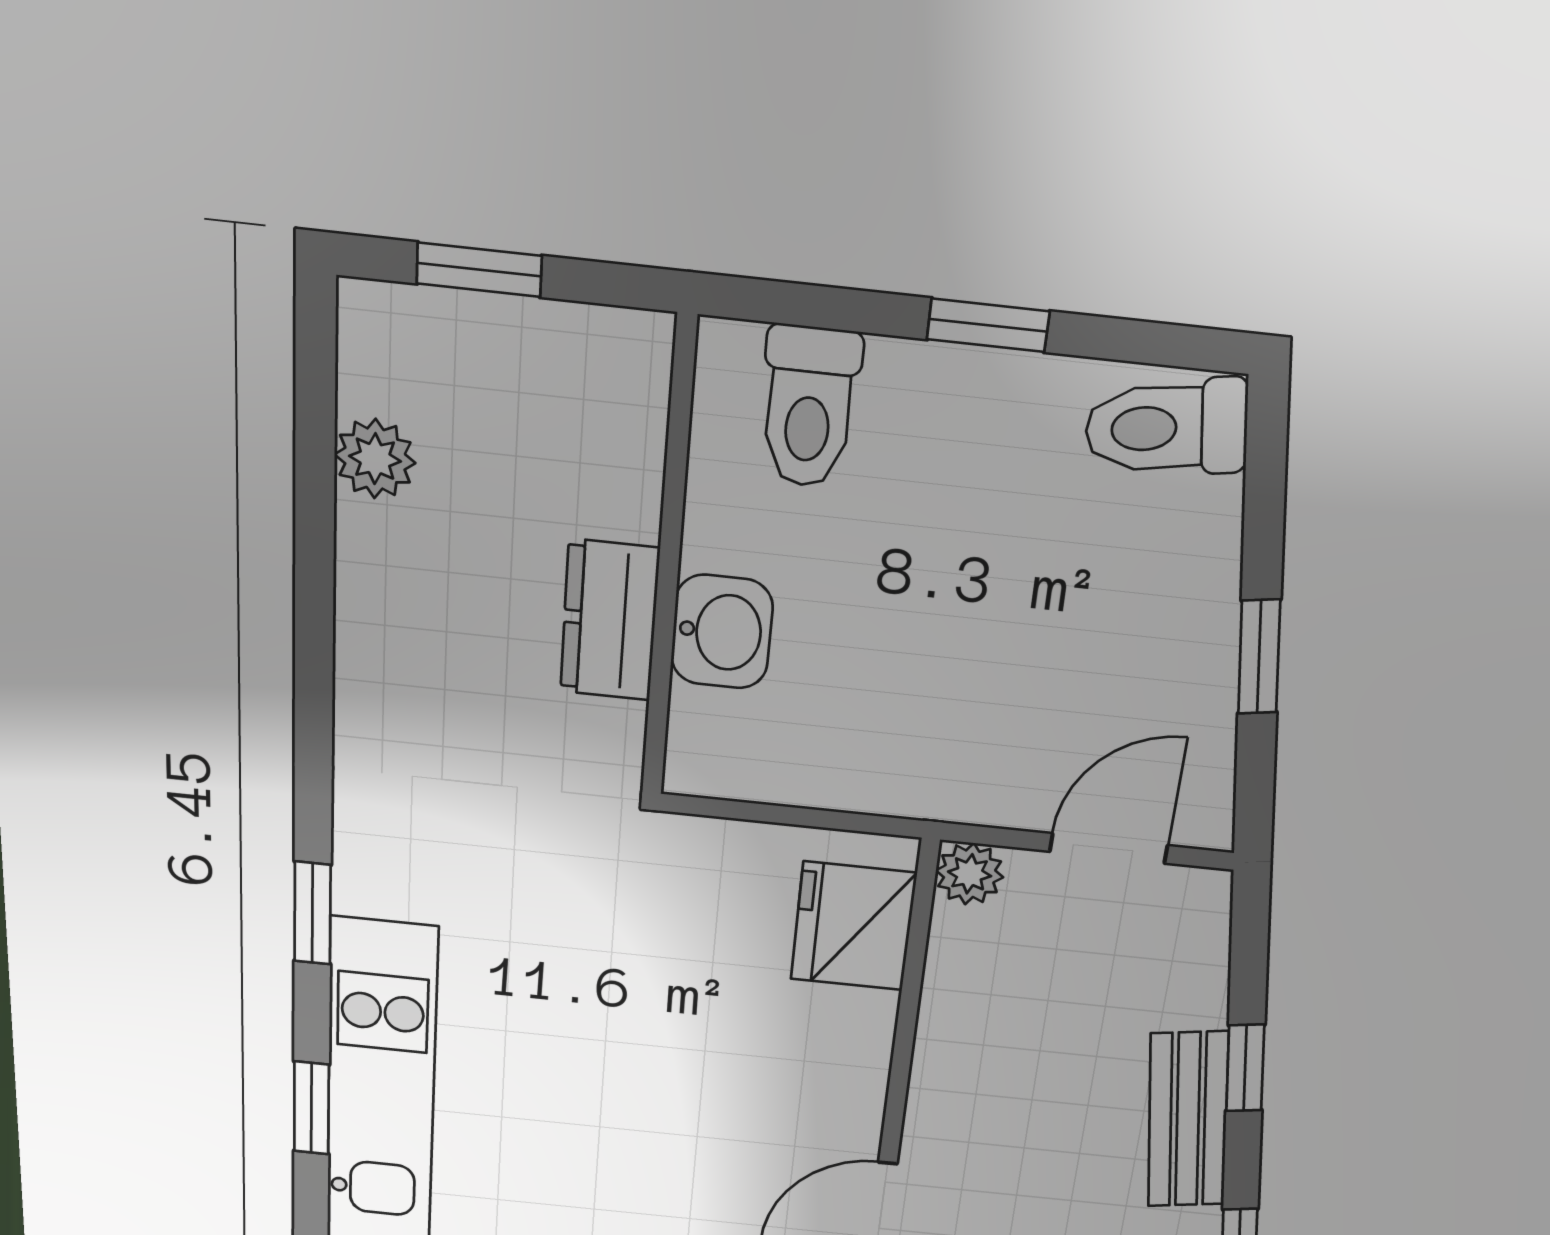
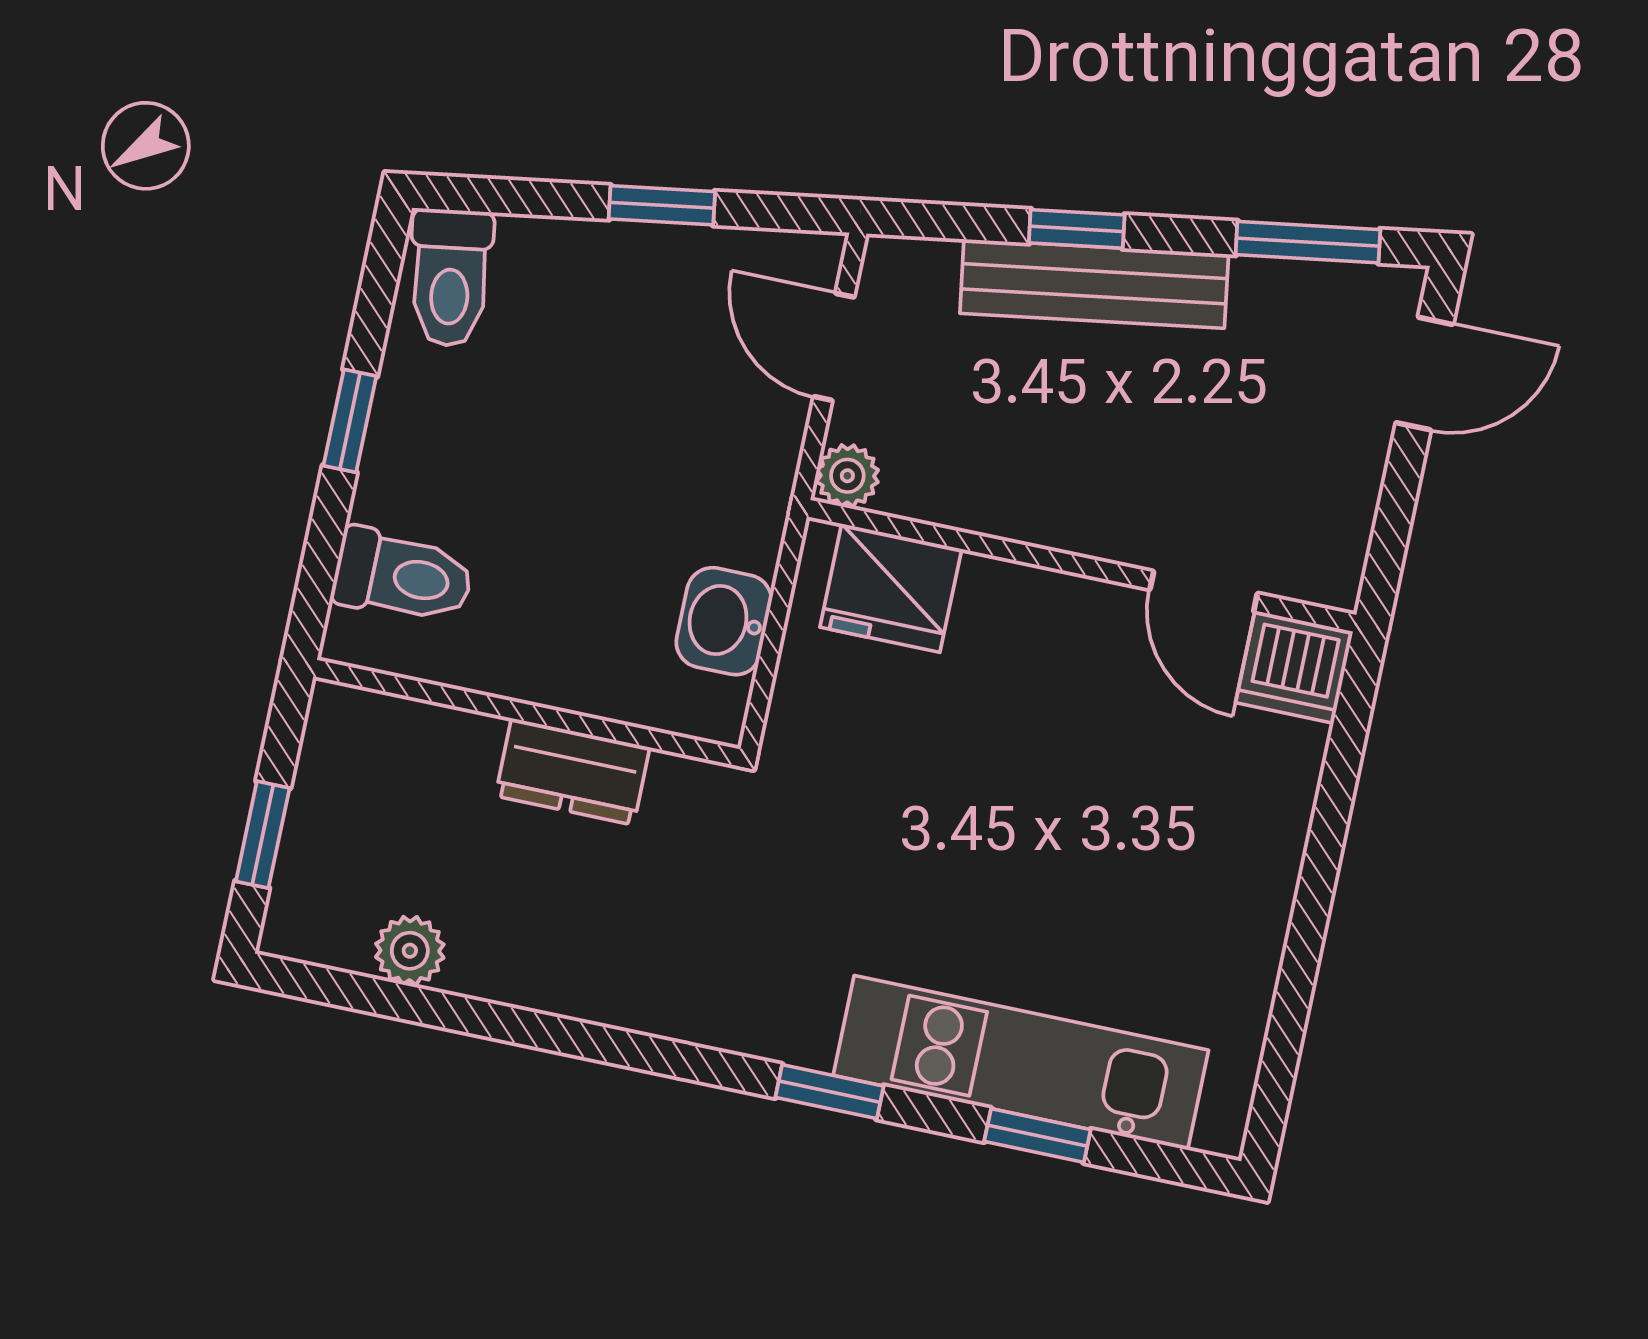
washbasin: (722, 632) -> (724, 621), moved, turned -90
bench: (1188, 1120) -> (1094, 284), width x1.36

